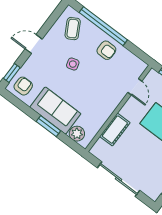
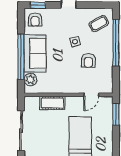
armchair: (106, 50) -> (88, 61), moved
armchair: (23, 86) -> (35, 19), turned 90
window: (48, 126) -> (21, 57), width x2.11

